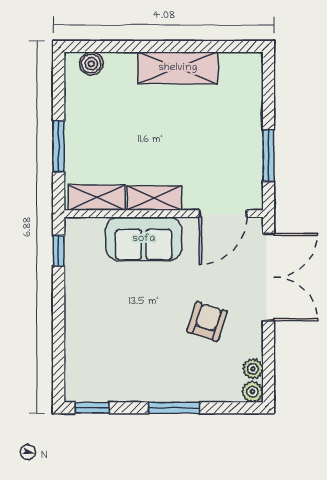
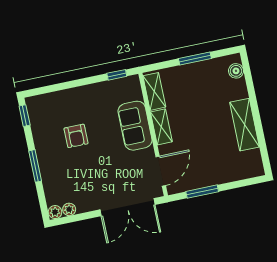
window: (59, 146) -> (195, 59), moved
door: (223, 214) -> (161, 171), swing flipped
armchair: (207, 322) -> (76, 136), moved, turned 72

